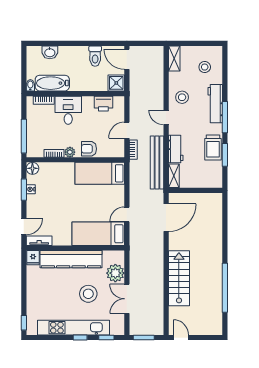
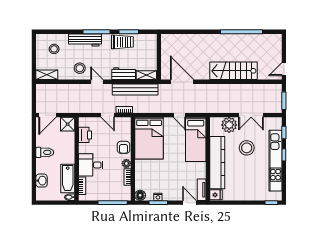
toilet: (95, 56) -> (45, 152), moved
door: (166, 118) -> (97, 82), swing flipped
bed: (100, 173) -> (149, 138), width x1.50

